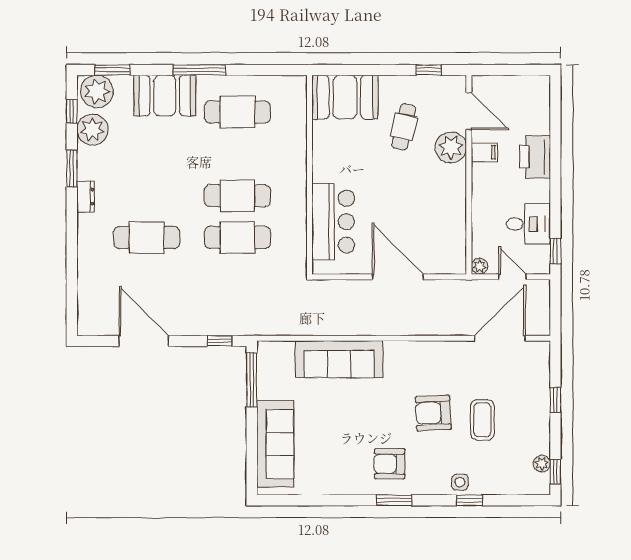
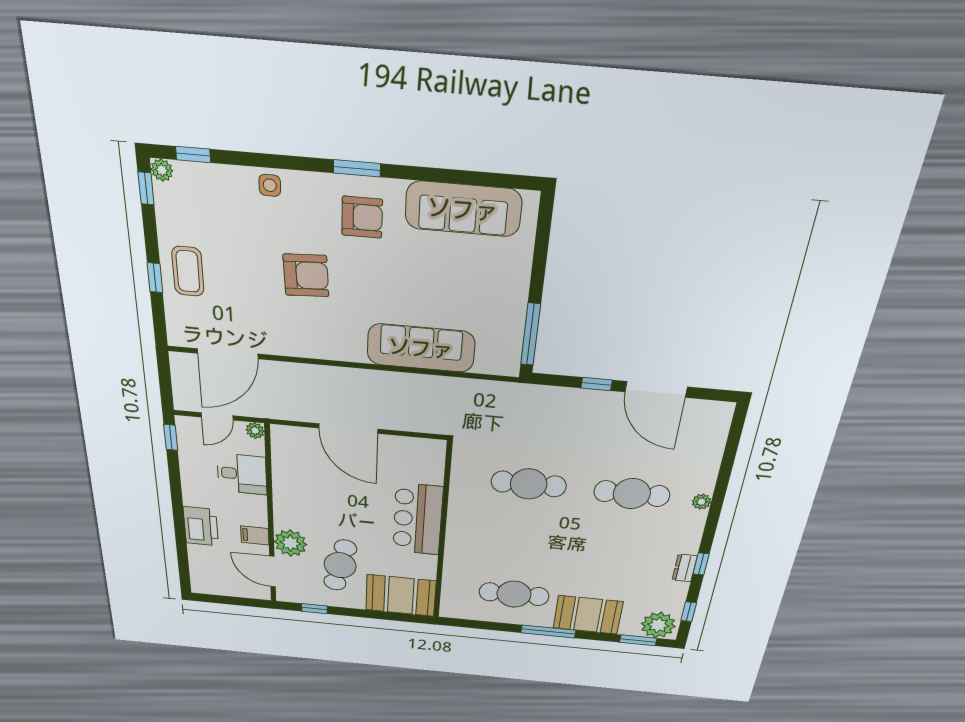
cafe table: (404, 127) -> (340, 565), width x1.37, depth x1.35
plant: (92, 130) -> (702, 502), moved, width x0.53, depth x0.53
window: (72, 168) -> (701, 564), width x0.67
cafe table: (237, 196) -> (523, 523), removed
dresser: (86, 197) -> (685, 568), moved
bar counter: (333, 222) -> (418, 519), moved
desk: (528, 224) -> (242, 474), moved, turned 180
door: (512, 277) -> (217, 416), hinge flipped
window: (220, 341) -> (596, 384), moved
coffee table: (482, 420) -> (188, 271), moved
sofa: (275, 444) -> (463, 209), moved, turned -90
plant: (542, 463) -> (162, 170), moved
window: (470, 500) -> (193, 154), moved

